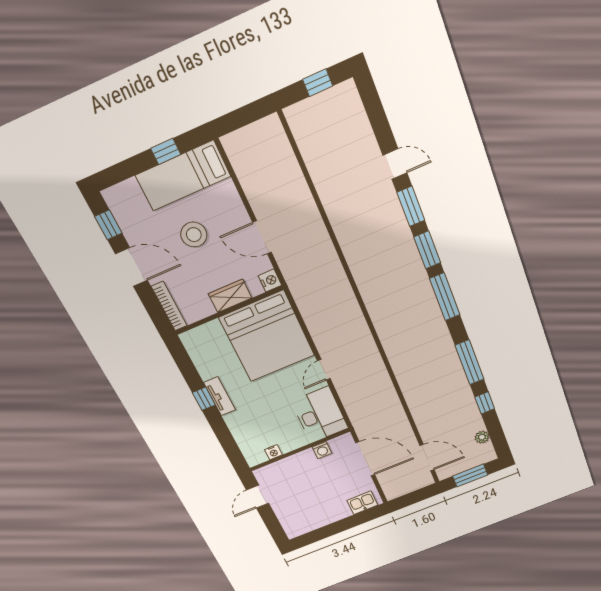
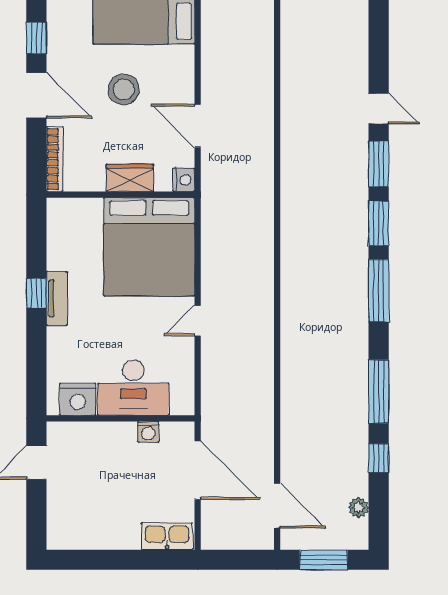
desk: (320, 415) -> (133, 388), moved, turned 90
nightstand: (273, 452) -> (78, 399), width x1.89, depth x1.79
kitchen sink: (362, 503) -> (167, 536), width x1.38

